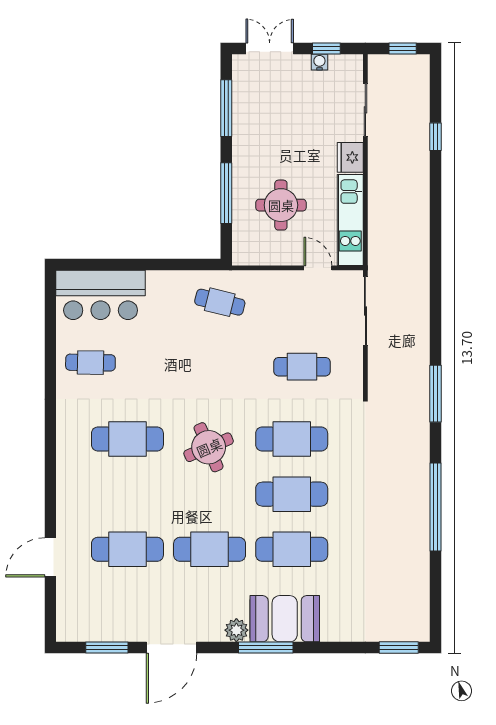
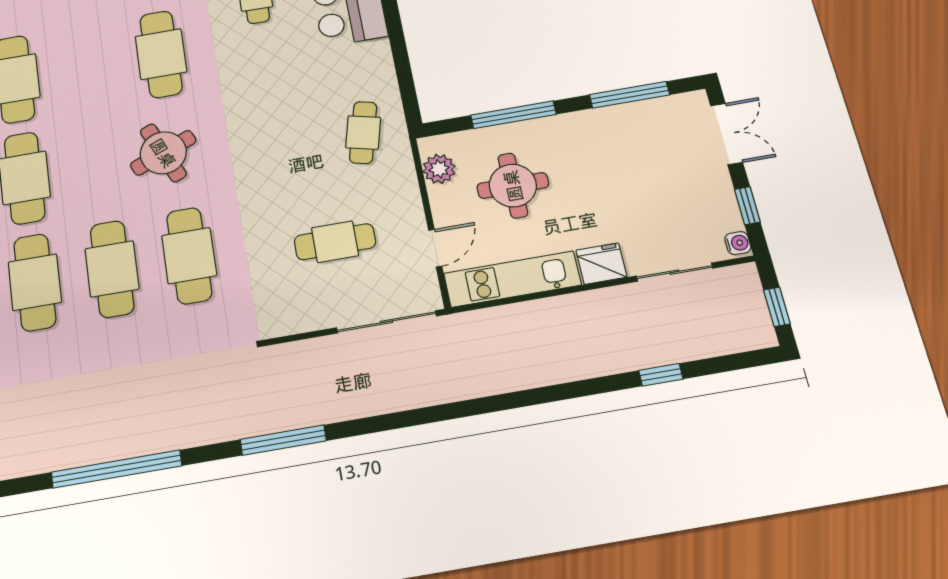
water cooler: (319, 62) -> (738, 243), moved
plant: (258, 254) -> (439, 169), added
cafe table: (302, 367) -> (335, 242), moved, turned 90

